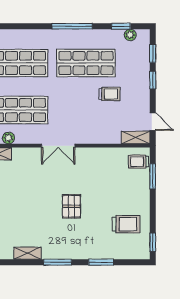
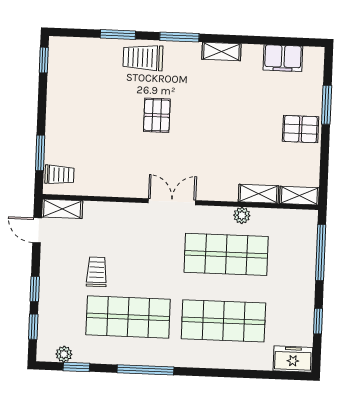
trolley: (109, 94) -> (97, 272), turned 90
trolley: (126, 224) -> (143, 58), moved

